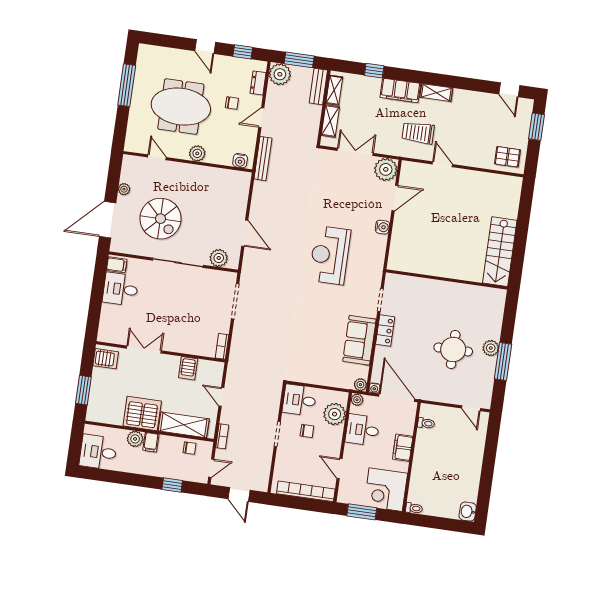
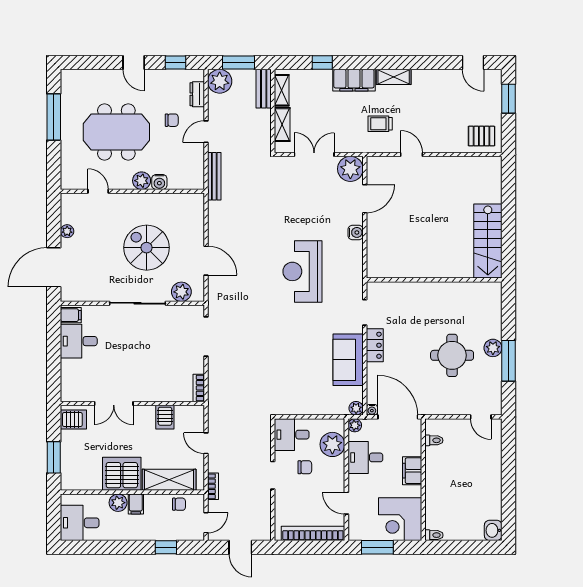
trolley: (418, 133) -> (380, 124), width x0.73, depth x0.72
water cooler: (240, 161) -> (159, 182), moved
spiral stairs: (161, 219) -> (147, 248), moved, turned 180
double door: (144, 350) -> (114, 404), swing flipped

